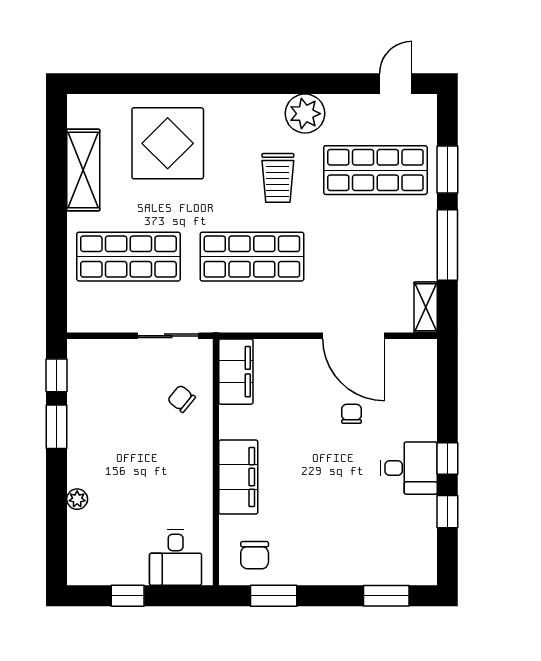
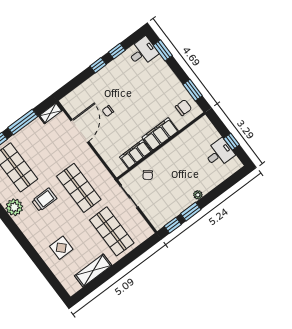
display table: (168, 143) -> (61, 248), width x0.54, depth x0.54
filing cabinet: (236, 372) -> (135, 154), moved
desk: (409, 468) -> (143, 52), moved, turned 90
plant: (77, 499) -> (198, 195), moved
desk: (176, 557) -> (219, 153), moved

